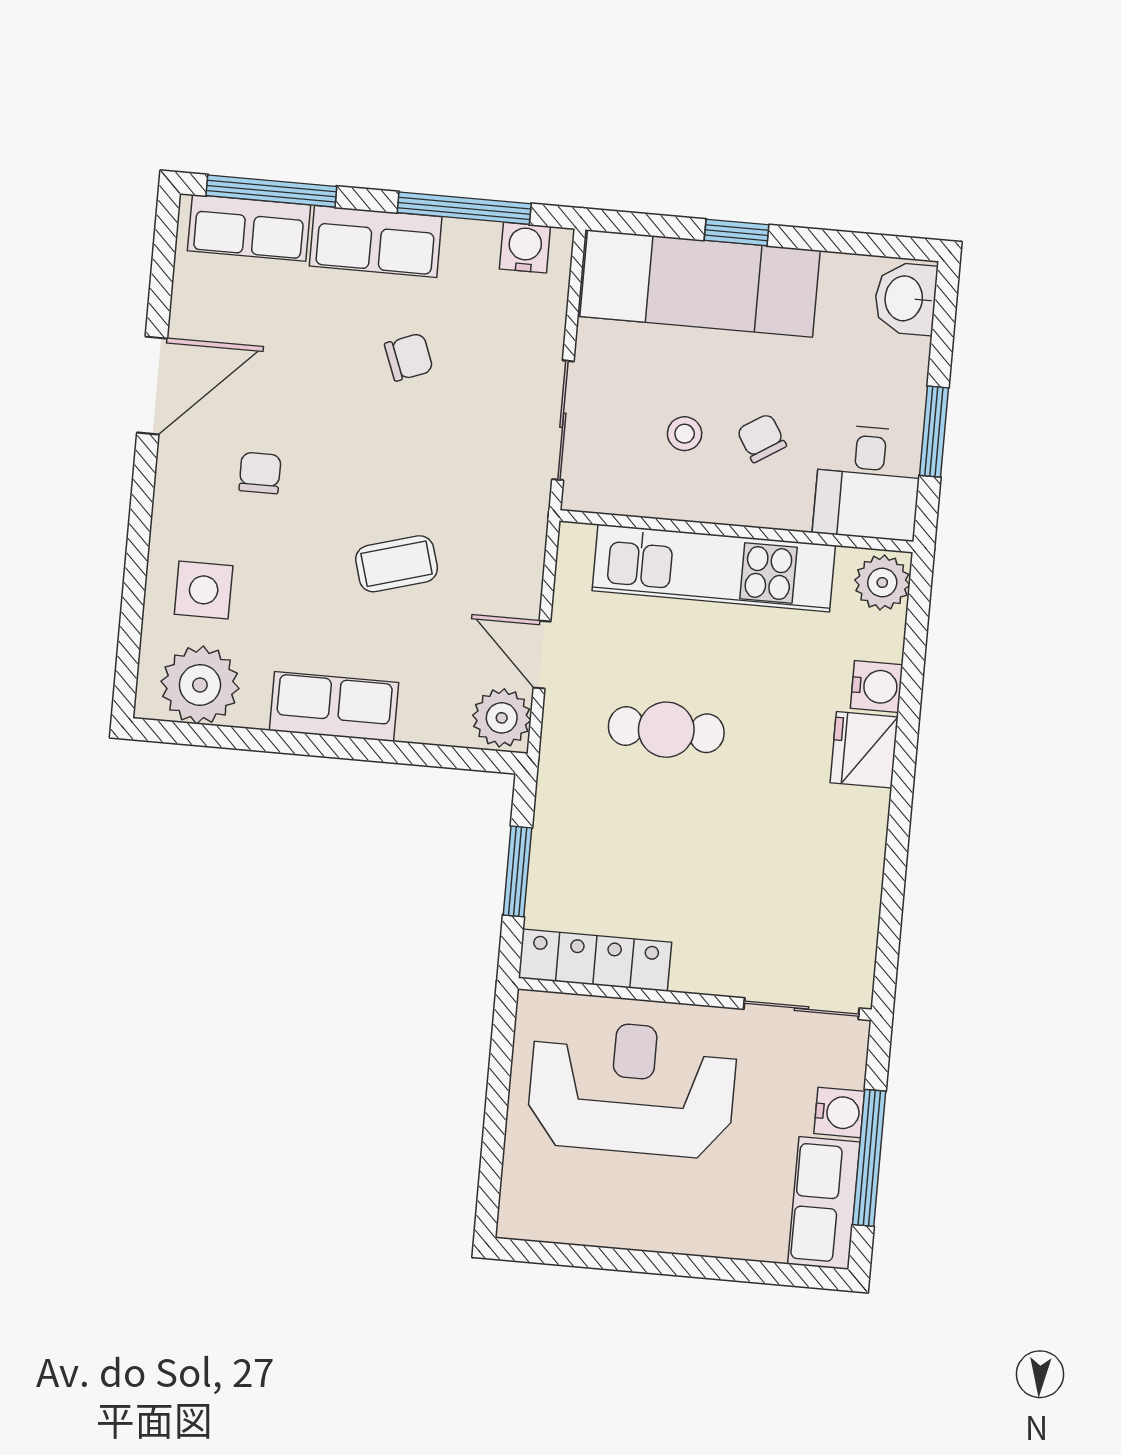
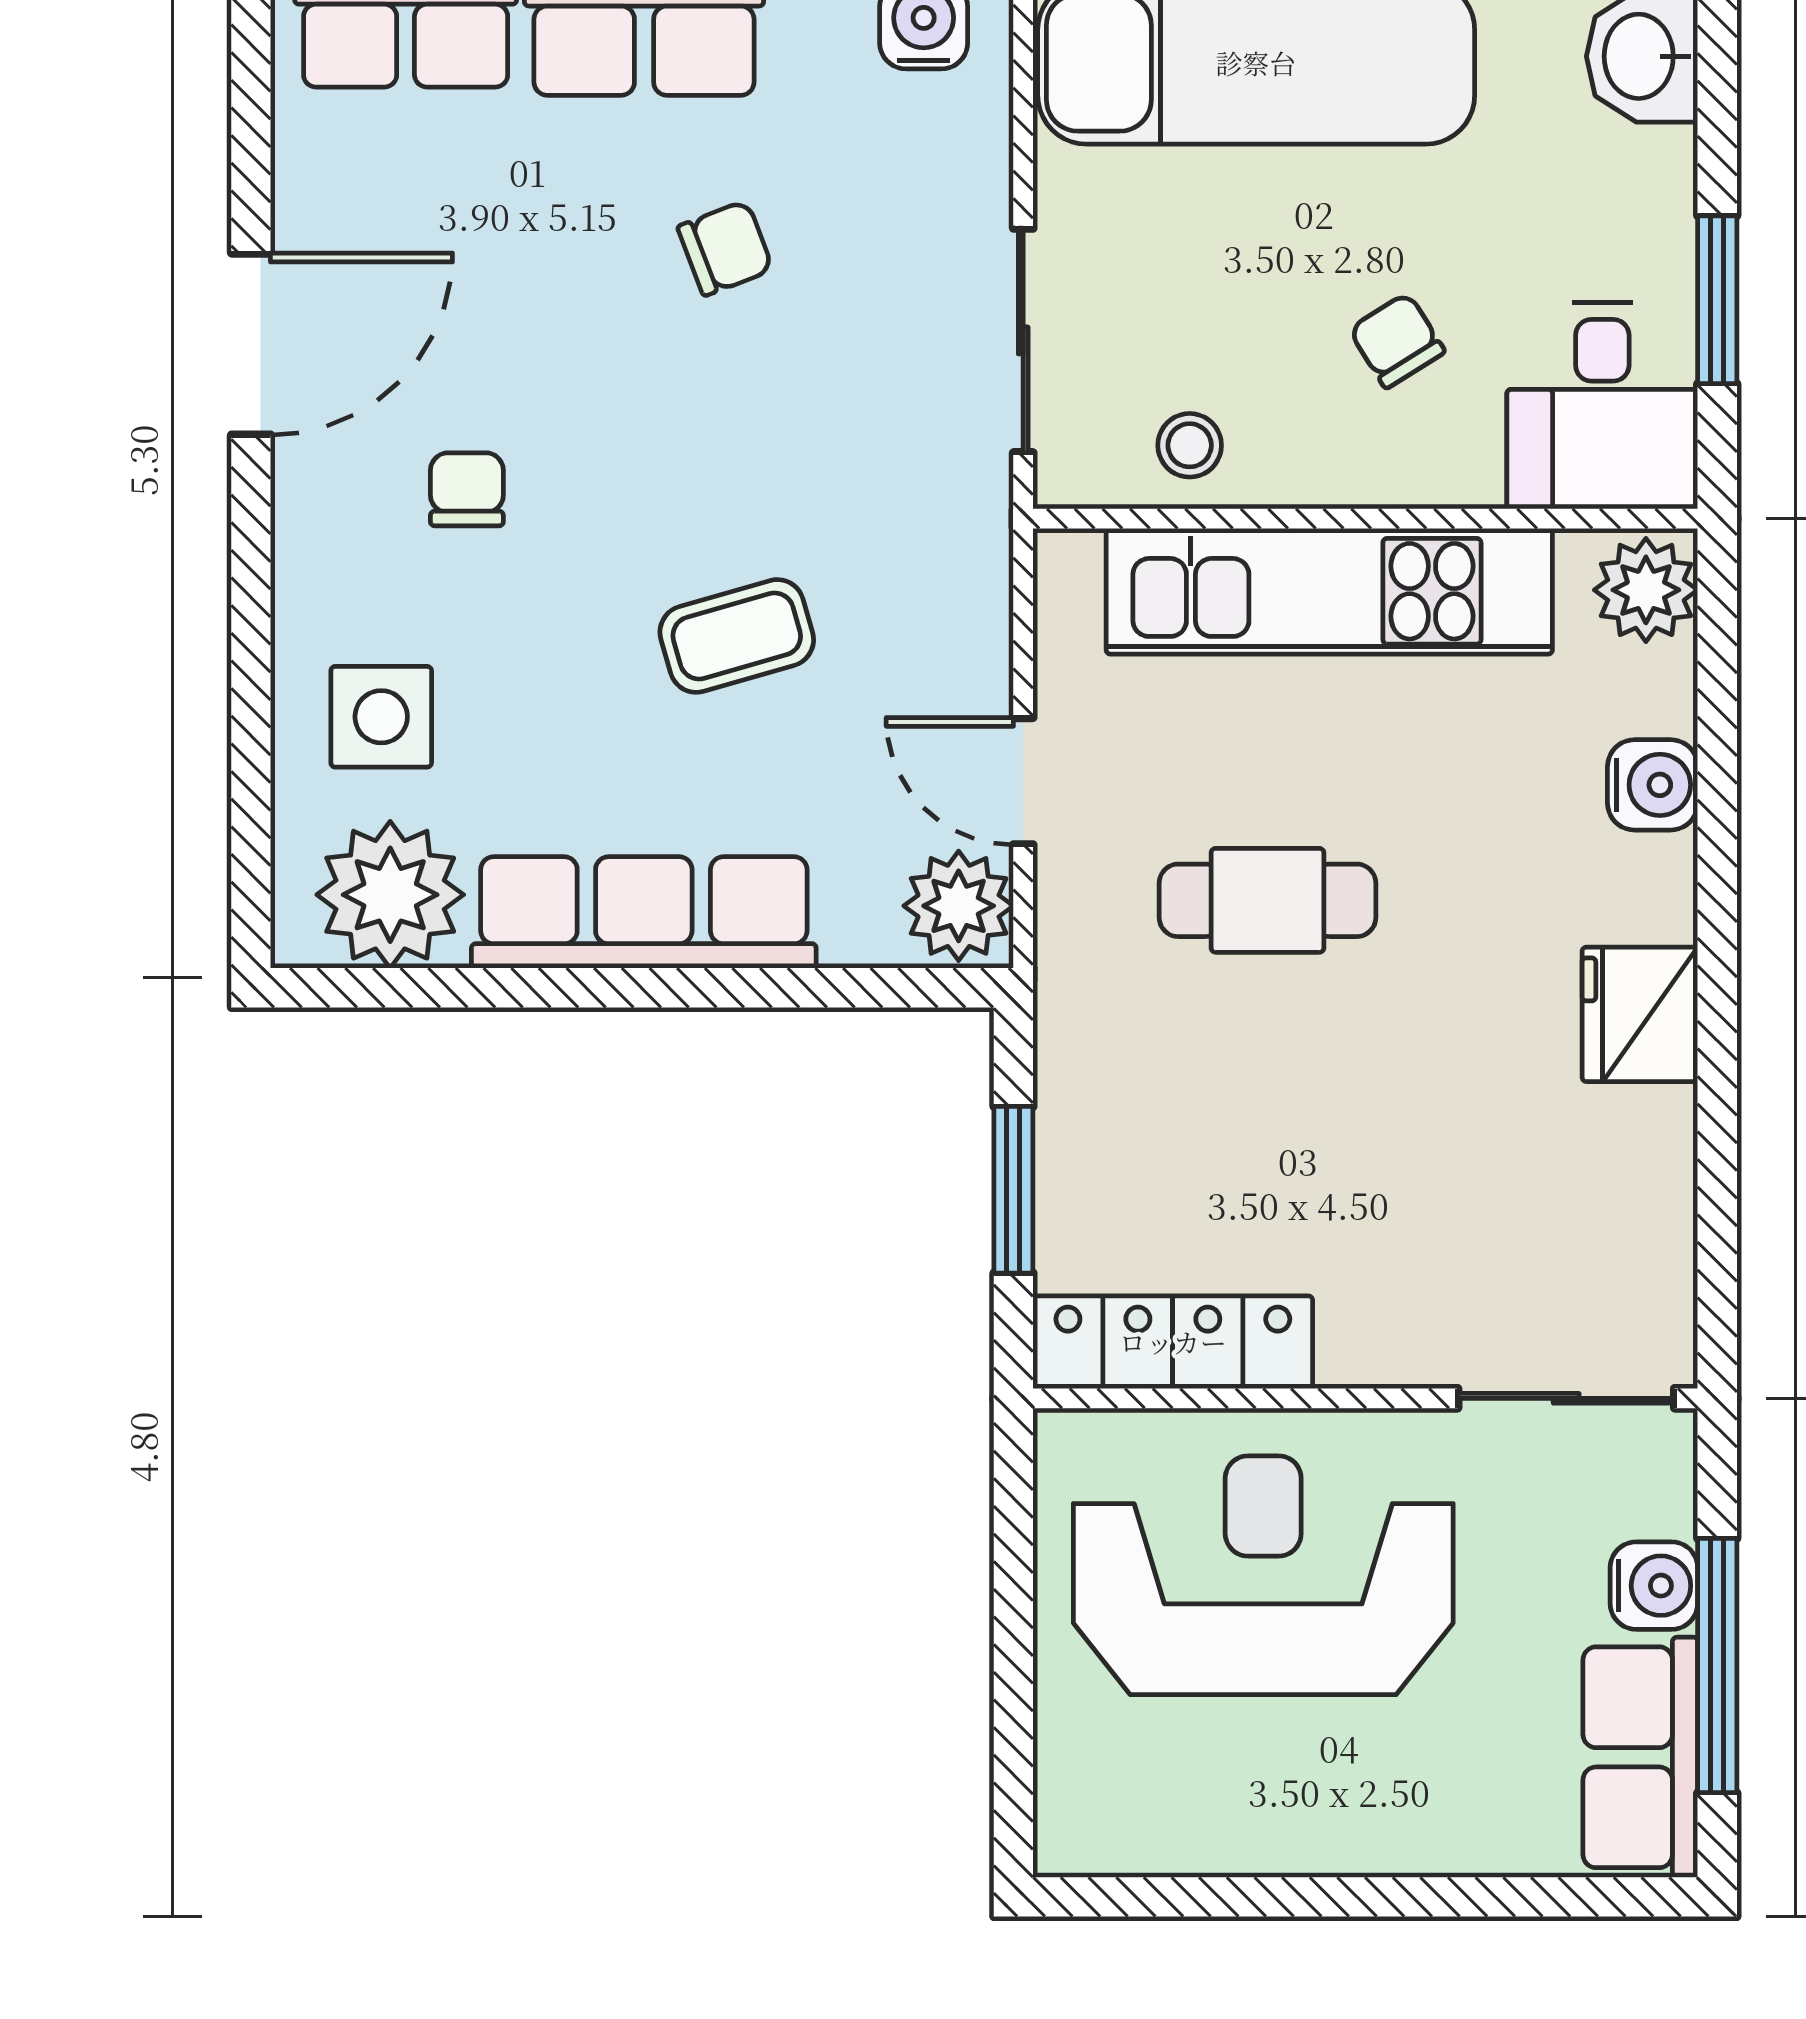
stool: (685, 434) -> (1190, 445), moved
row of seats: (334, 706) -> (644, 912), width x1.48
fridge: (864, 750) -> (1640, 1014), moved

